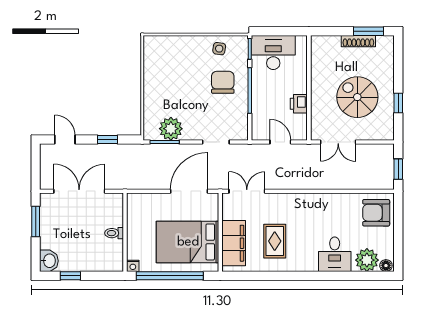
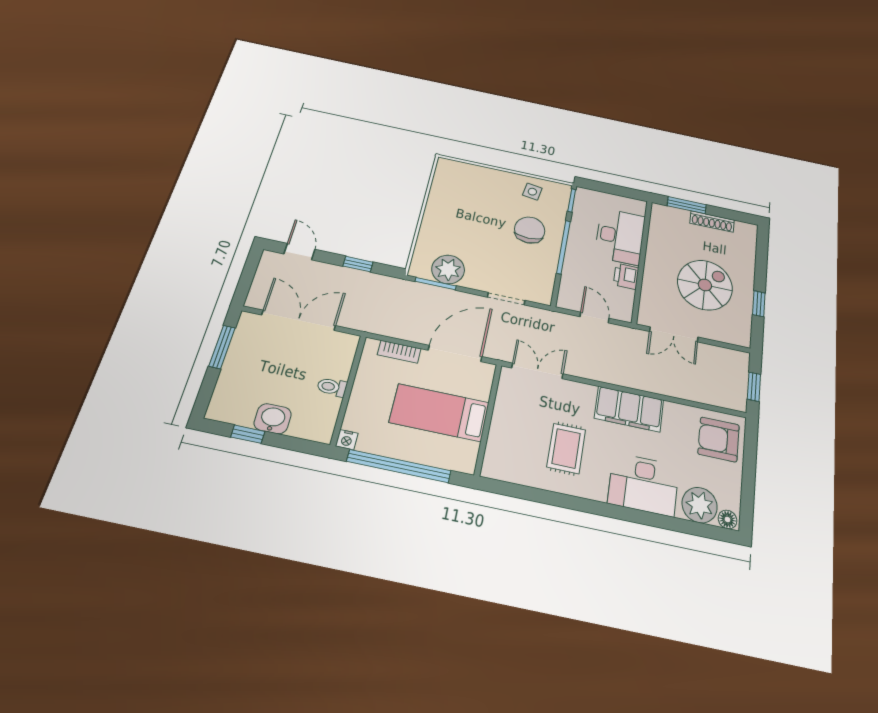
window: (368, 31) -> (687, 205), moved
desk: (273, 52) -> (620, 236), moved, turned 90
spiral stairs: (357, 97) -> (705, 285), turned 90
bookcase: (152, 198) -> (399, 352), added
bed: (188, 242) -> (439, 413), width x0.67
filing cabinet: (234, 243) -> (629, 409), moved, turned 90
desk: (335, 254) -> (643, 484), width x1.37
washbasin: (49, 261) -> (273, 419), moved, turned -90

